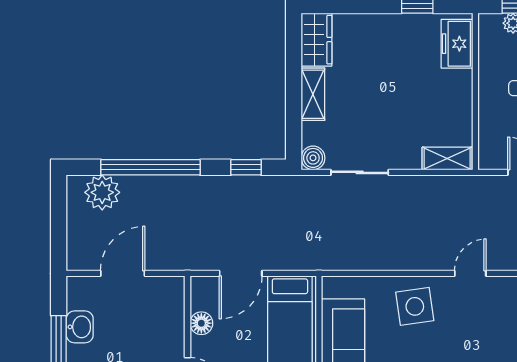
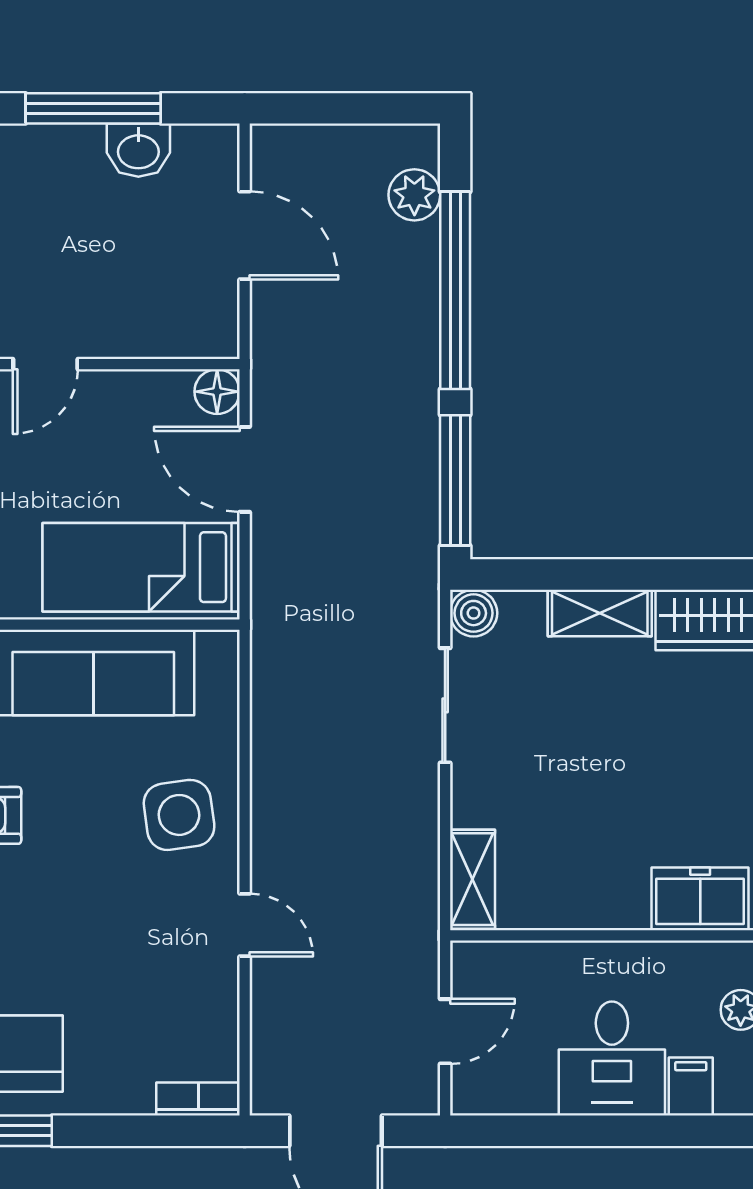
window: (246, 167) -> (455, 480), width x2.17
plant: (102, 192) -> (414, 195), width x0.73, depth x0.73
floor lamp: (201, 323) -> (217, 392), moved

